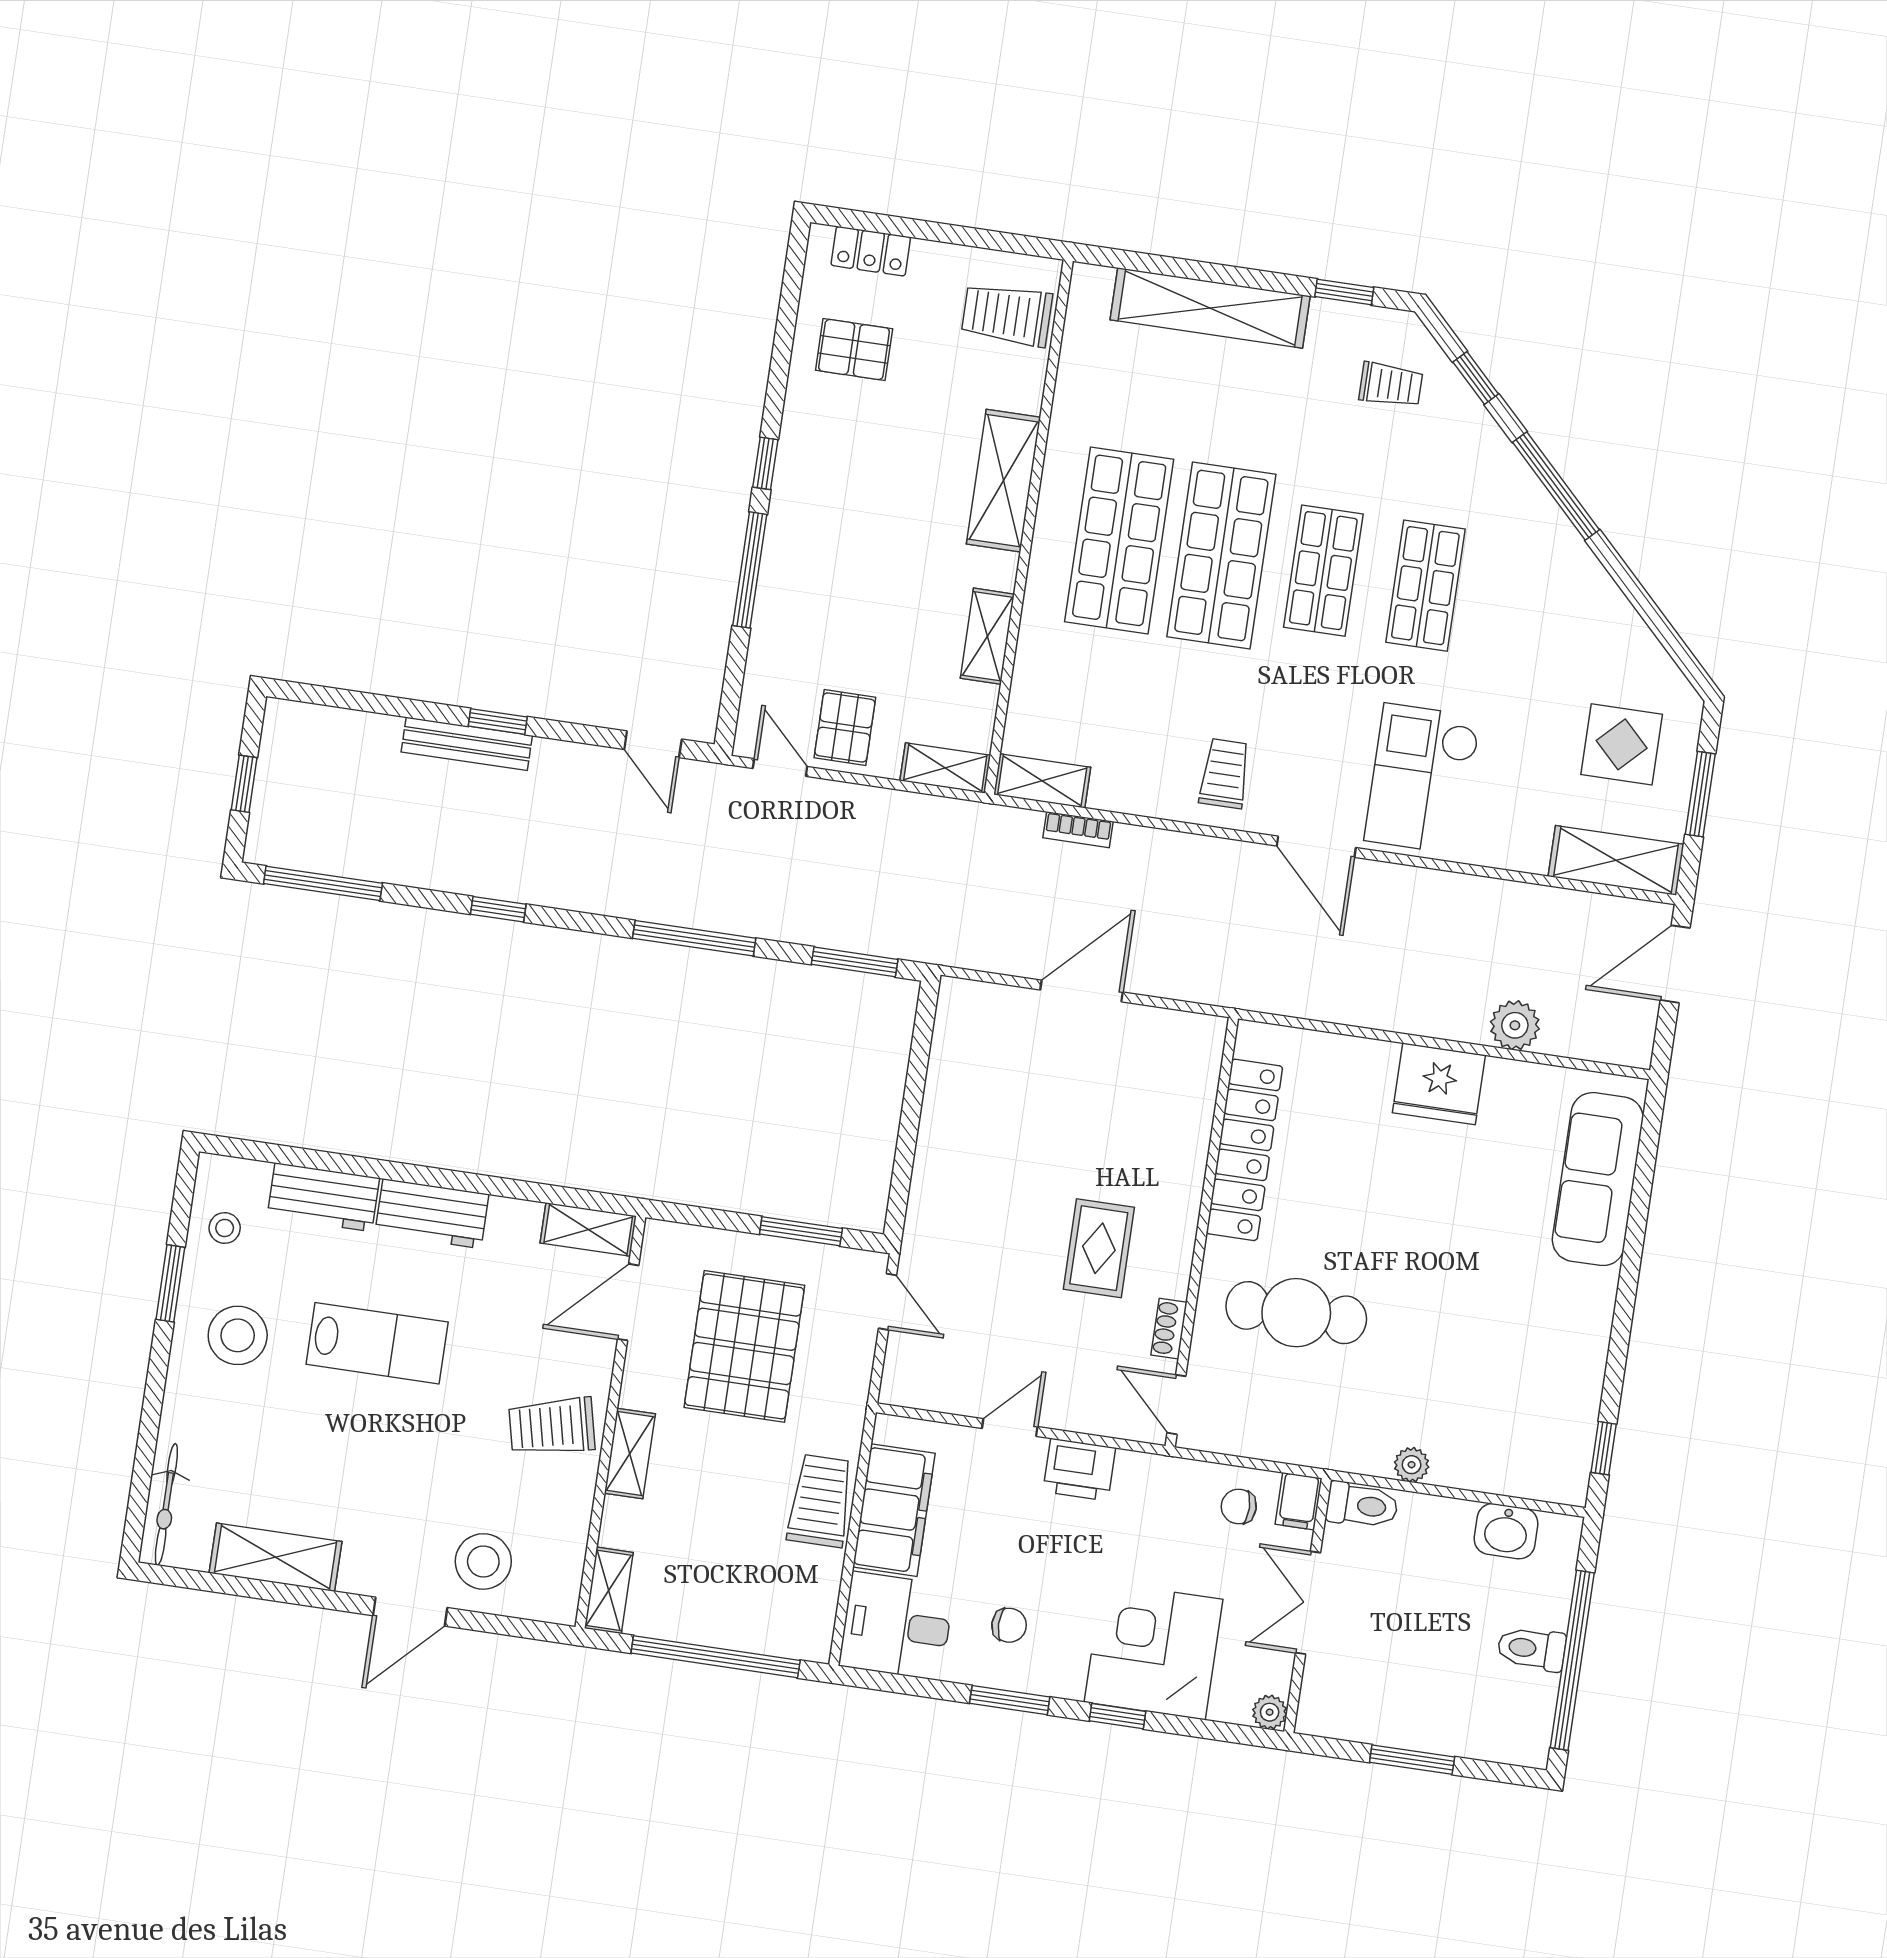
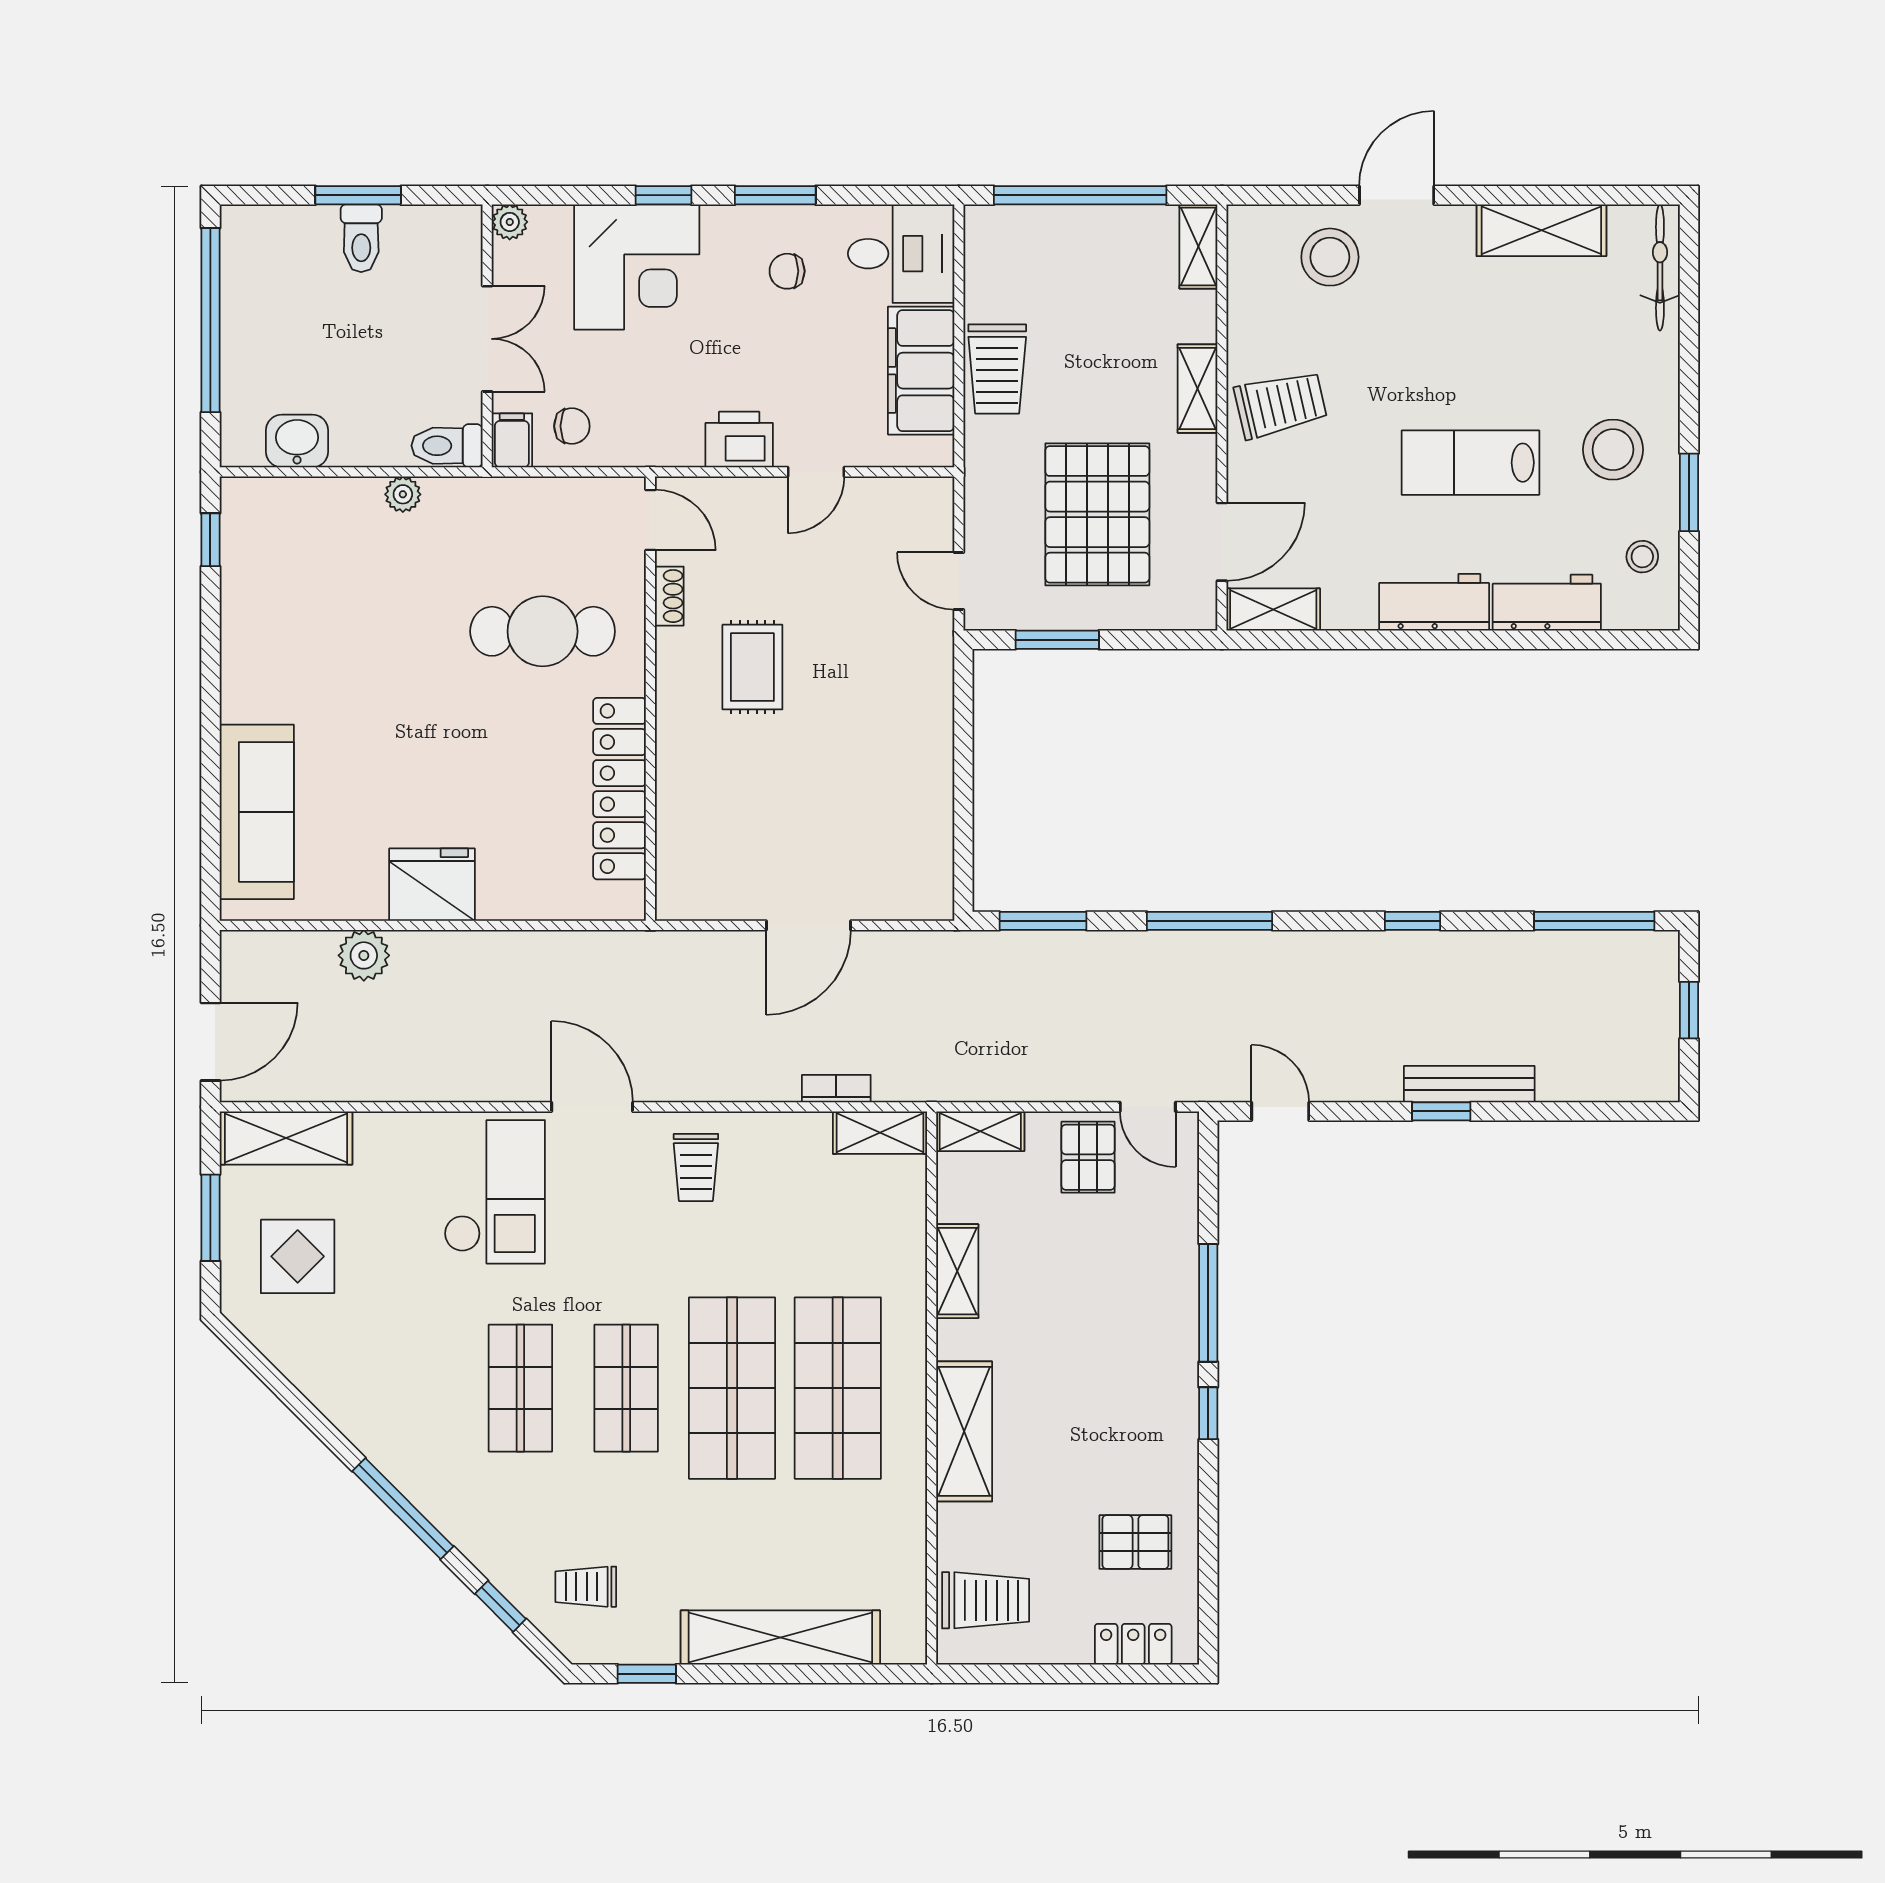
toilet: (1532, 1649) -> (361, 238), moved, turned 90

